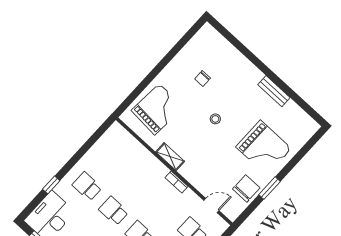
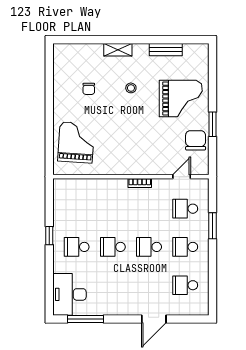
bench: (274, 91) -> (166, 50), moved
stool: (215, 119) -> (131, 88), moved
shelving: (170, 157) -> (118, 50), moved
window: (51, 185) -> (49, 236), moved

